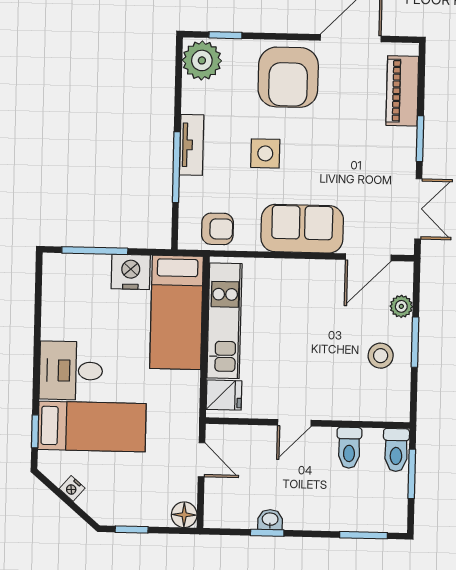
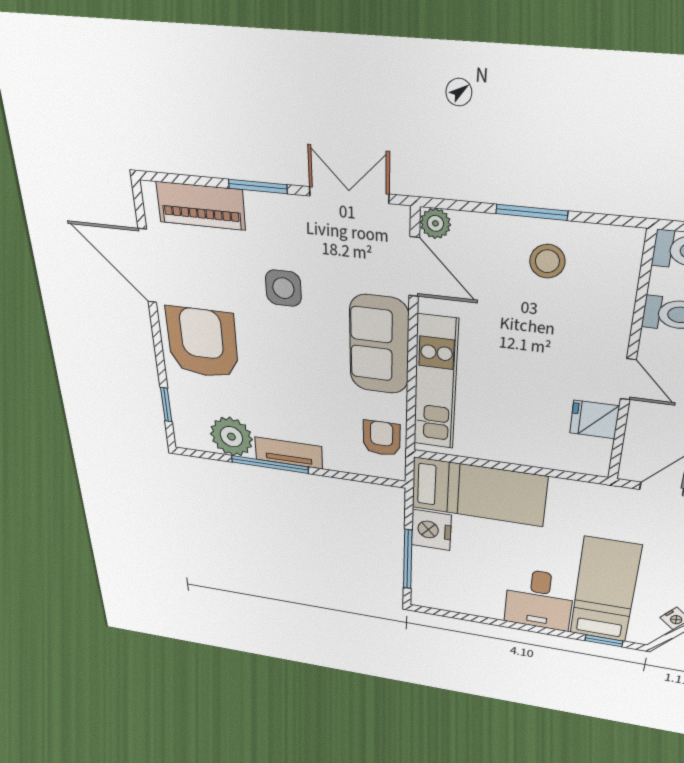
plant: (202, 60) -> (231, 437), moved
armchair: (288, 77) -> (202, 343), turned -90
side table: (265, 153) -> (283, 288), moved
window: (176, 167) -> (270, 464), moved
plant: (401, 306) -> (435, 223), moved
kitchen unit: (224, 321) -> (435, 383), moved, turned 90
fridge: (224, 395) -> (594, 419), moved, turned -90

